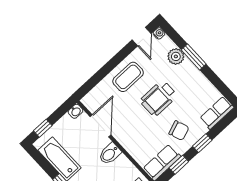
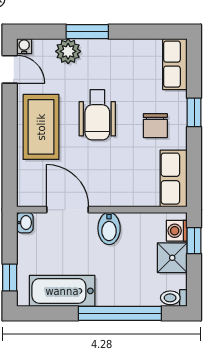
coffee table: (128, 77) -> (41, 127), width x1.36, depth x1.32
chair: (179, 131) -> (155, 126), turned 110
window: (179, 165) -> (194, 162), removed

